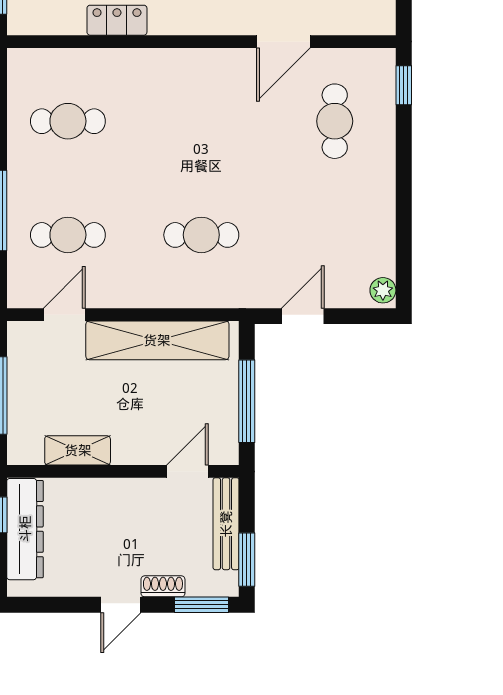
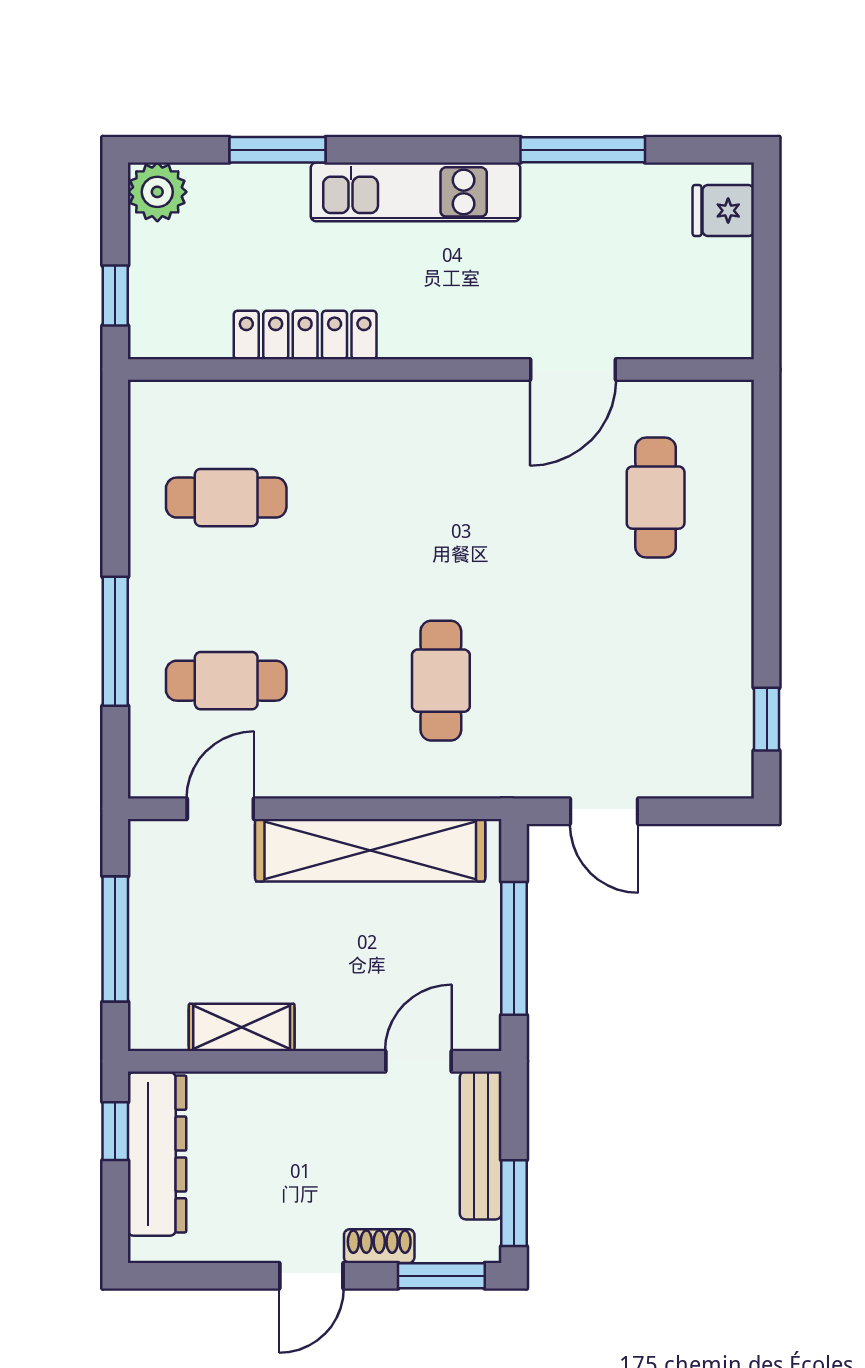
locker: (117, 20) -> (305, 335), width x1.53
window: (404, 85) -> (767, 719), moved
cafe table: (201, 235) -> (441, 681), turned 90
plant: (383, 290) -> (733, 770), removed
door: (303, 316) -> (604, 811), swing flipped

